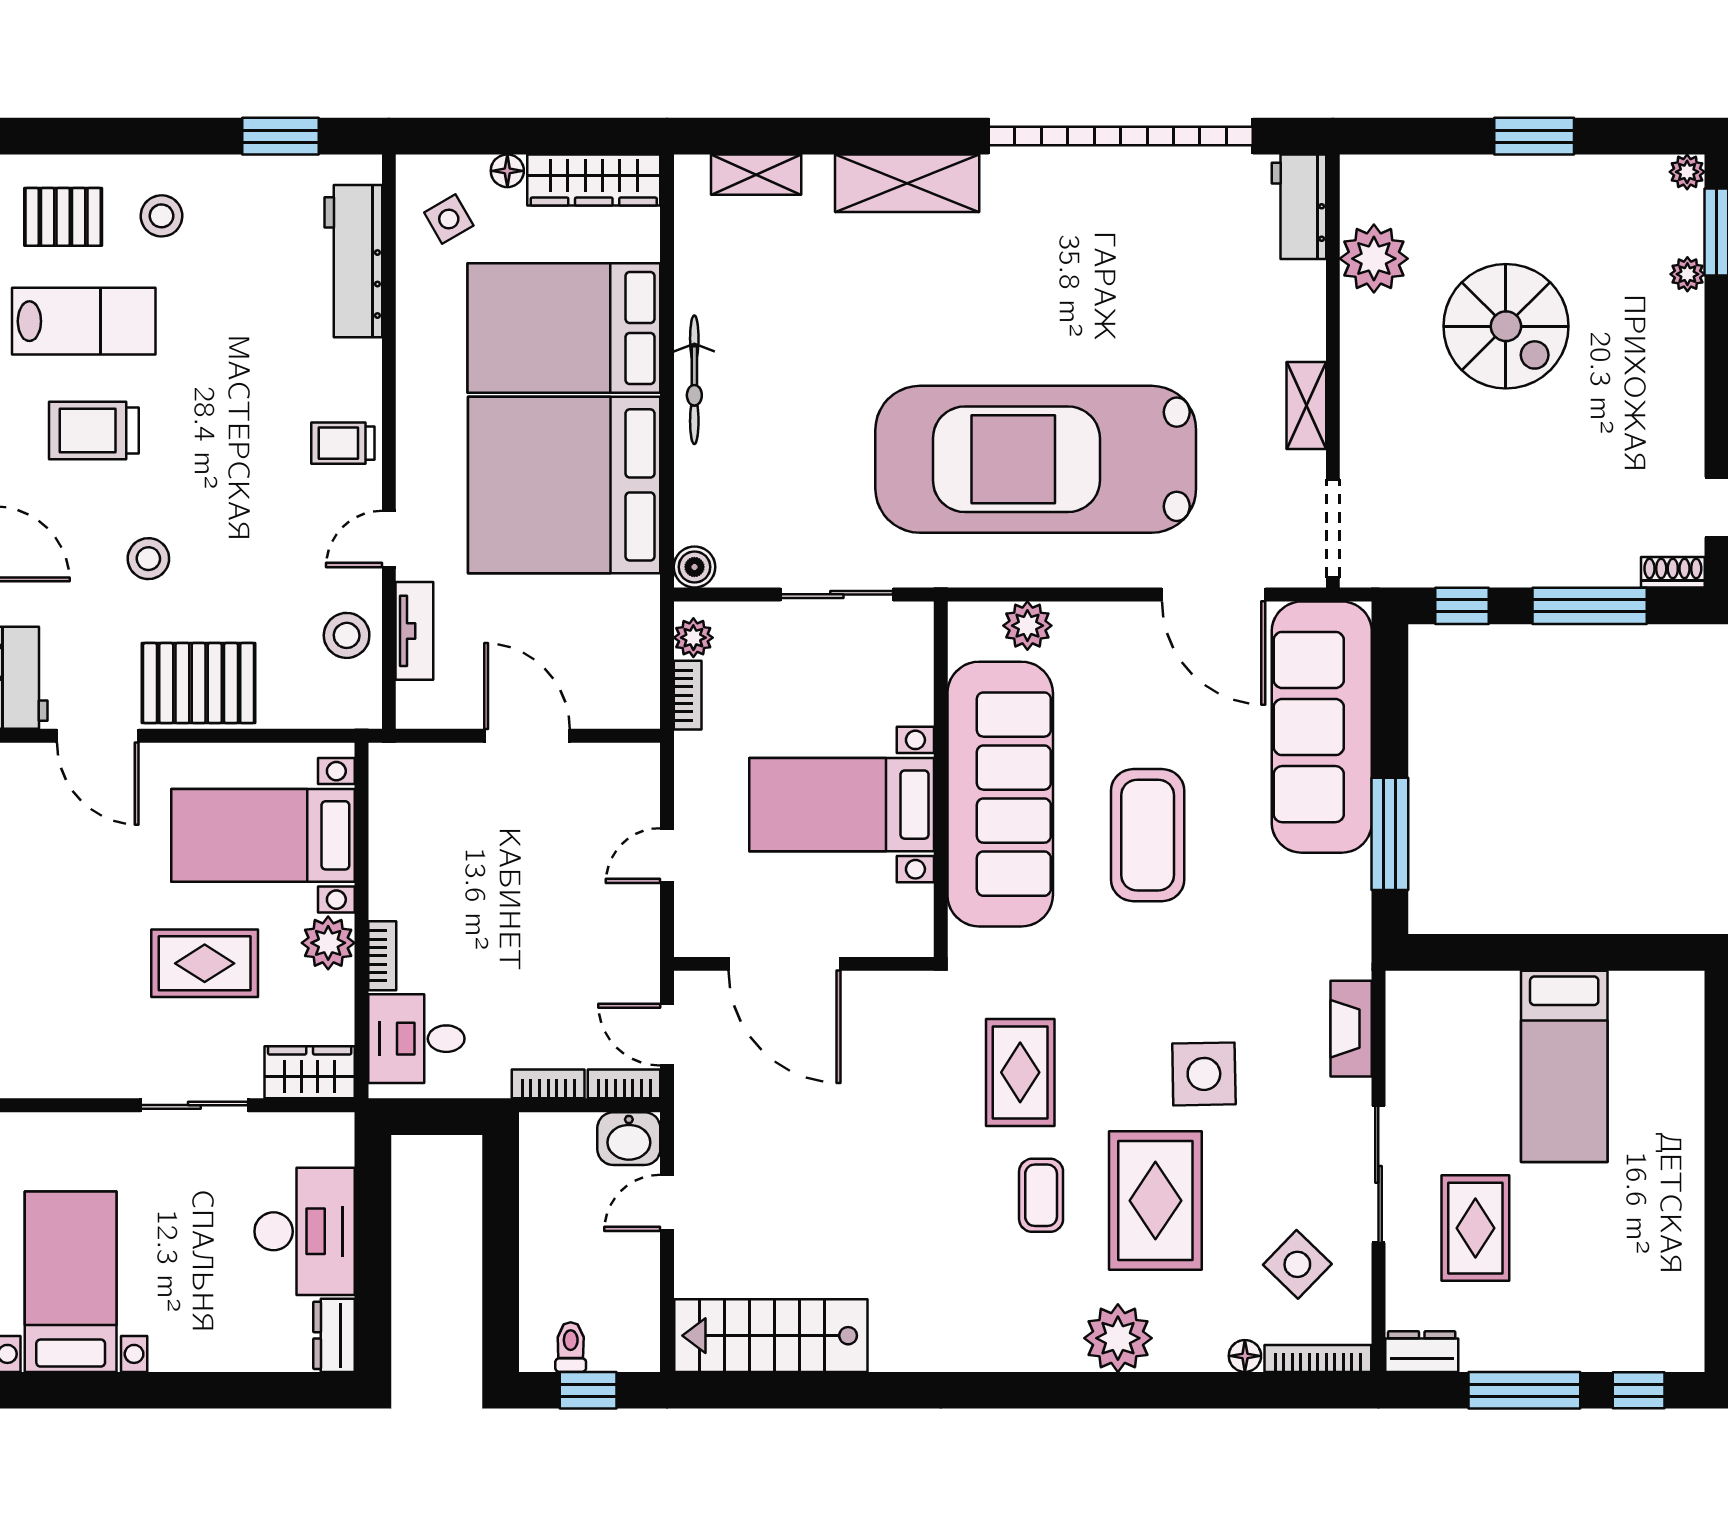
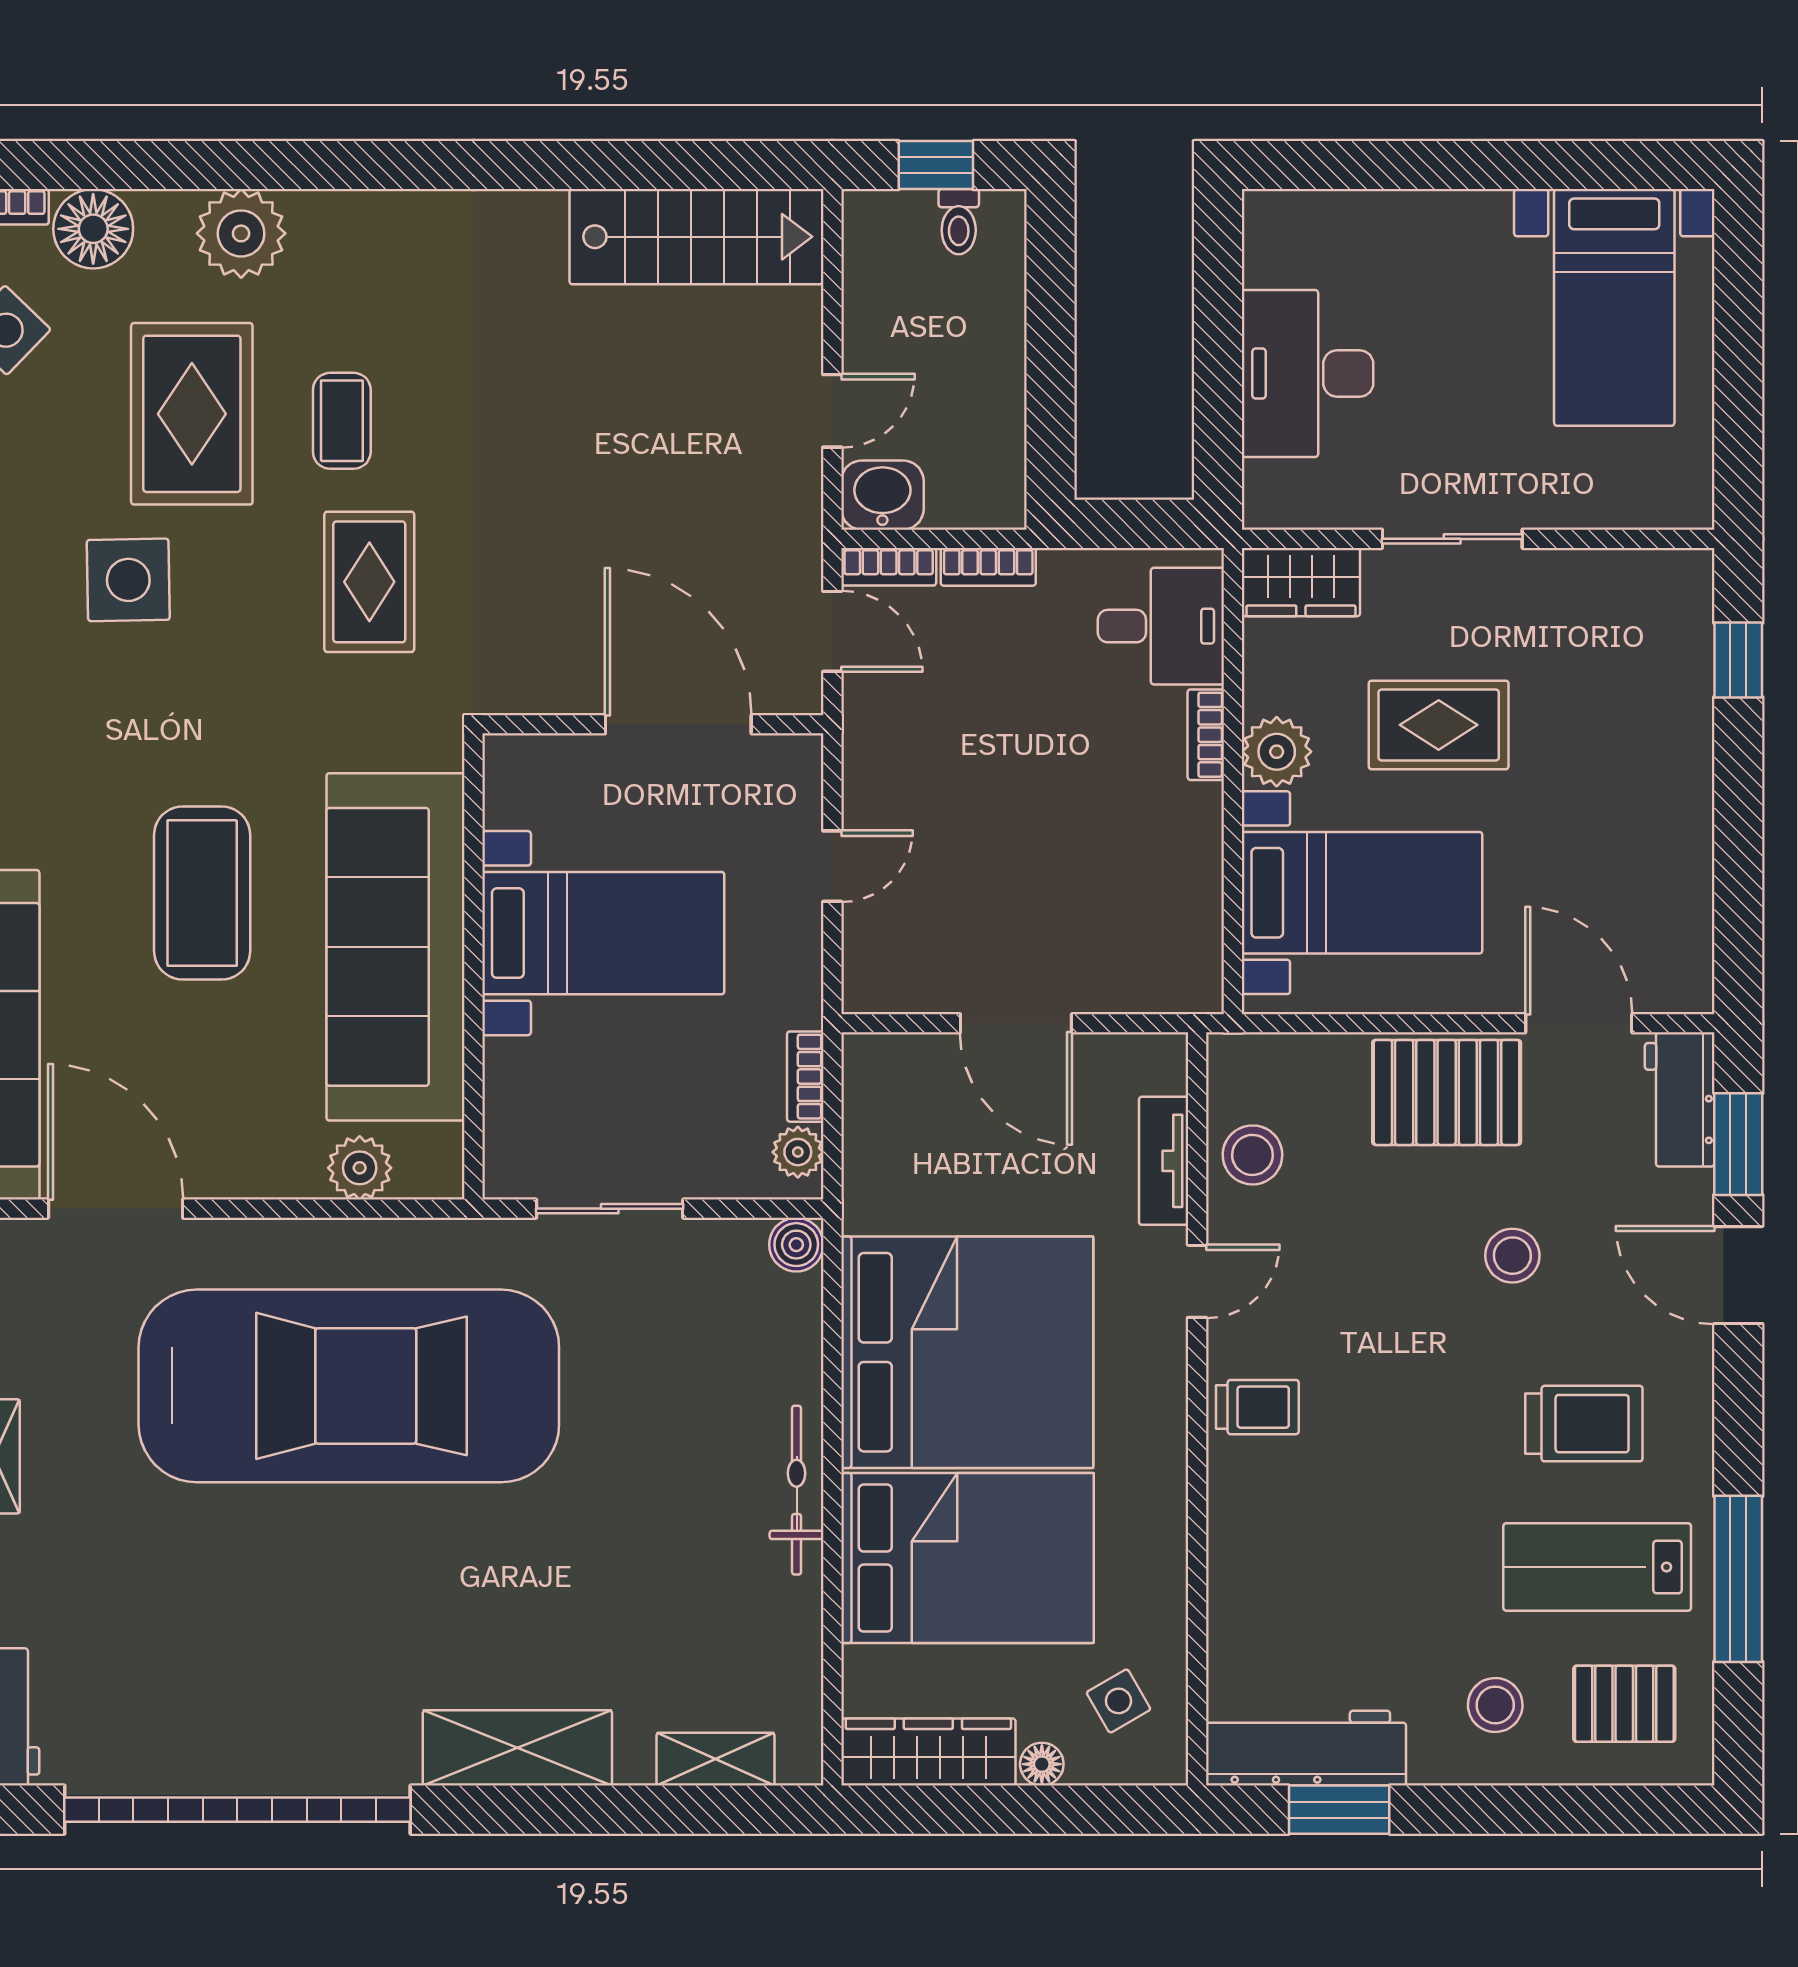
workbench: (353, 261) -> (1306, 1748), moved, turned -90
dresser: (334, 1335) -> (1269, 237), removed
floor lamp: (1245, 1356) -> (93, 229), width x1.89, depth x1.89

